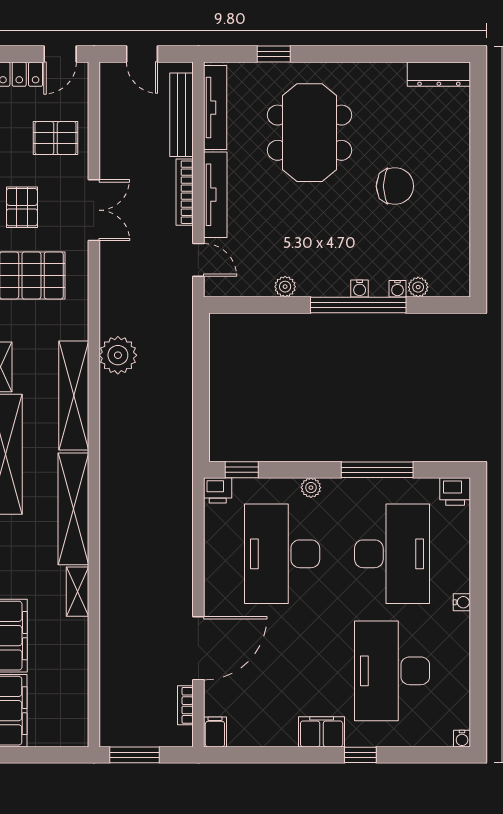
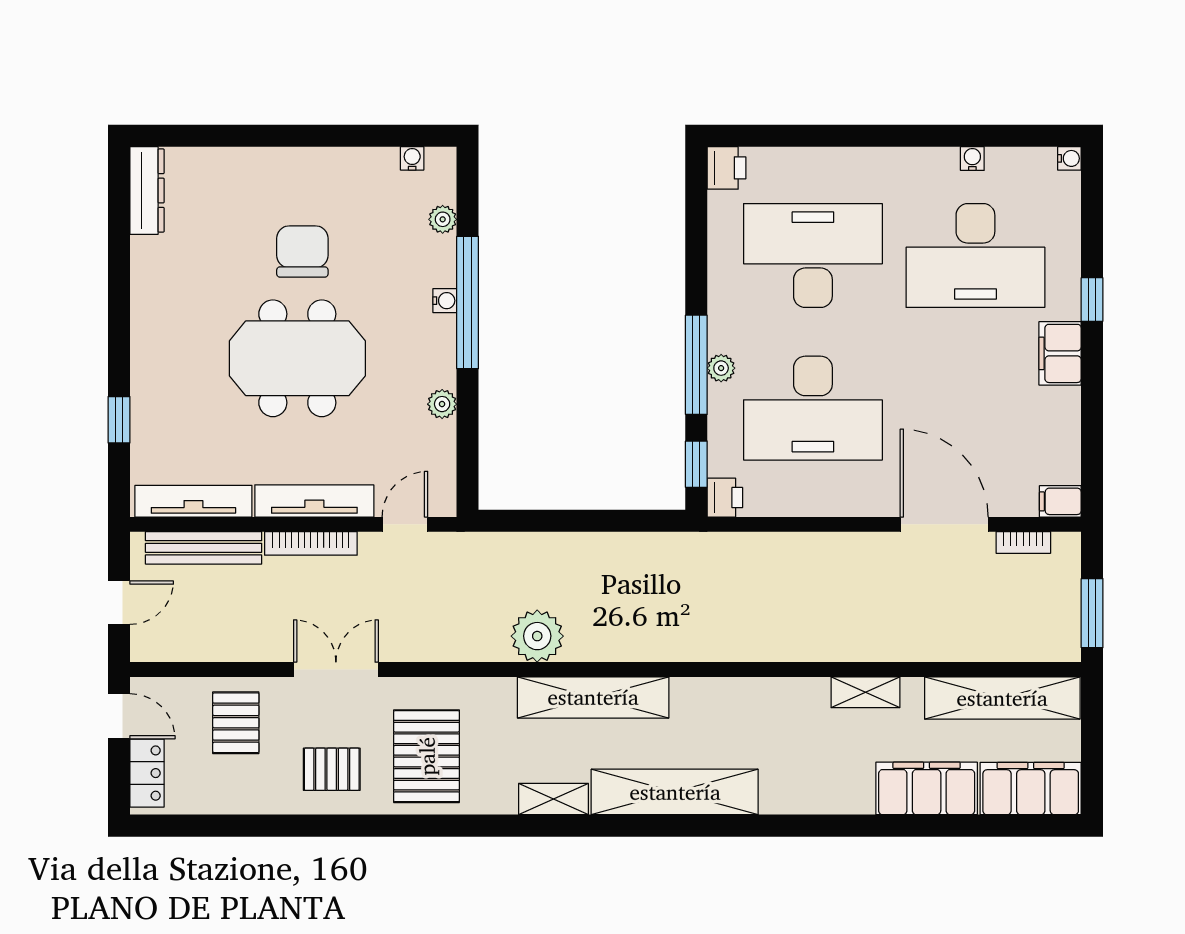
meeting table: (309, 133) -> (297, 358), moved
water cooler: (398, 289) -> (412, 158), moved, turned -90
window: (377, 470) -> (696, 365), moved
shelving: (73, 509) -> (1002, 698), moved
water cooler: (462, 602) -> (972, 159), moved

